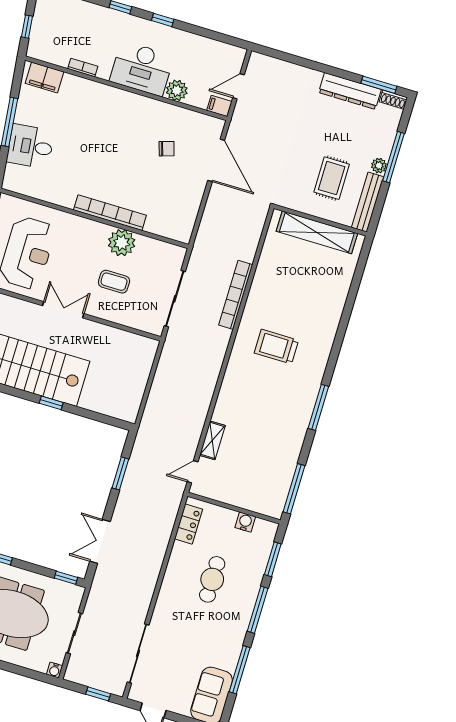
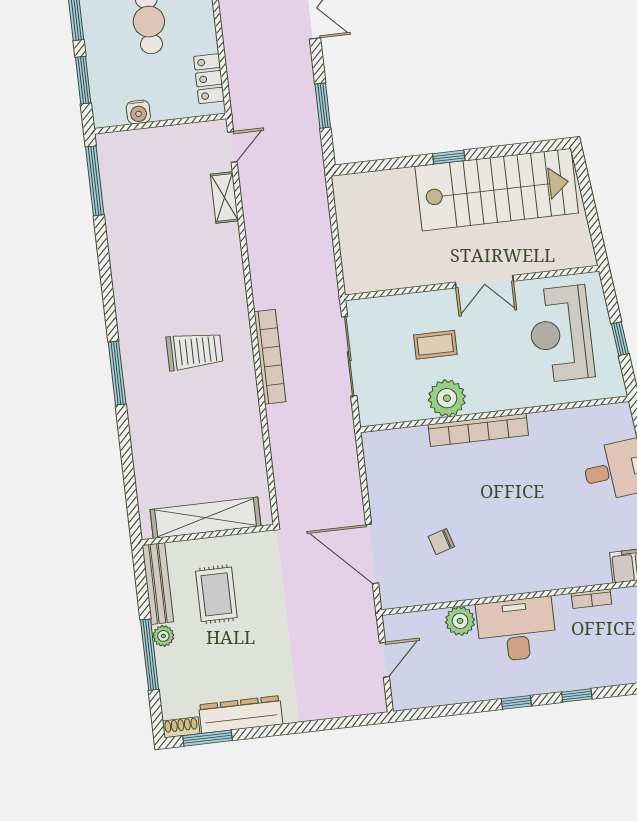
filing cabinet: (219, 106) -> (398, 624), removed
bookcase: (236, 295) -> (270, 357), moved
window: (318, 407) -> (117, 373), moved

